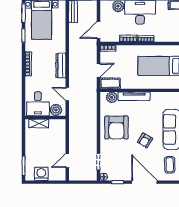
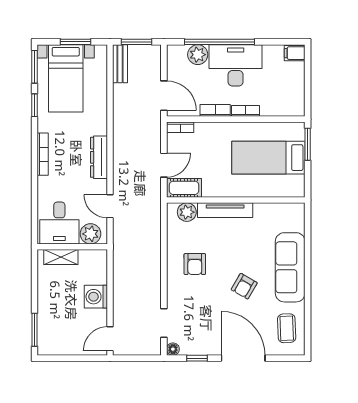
door: (99, 30) -> (164, 96), swing flipped
armchair: (116, 128) -> (195, 264), width x0.53, depth x0.53
door: (67, 161) -> (110, 339), moved
washing machine: (41, 174) -> (96, 297), moved, turned -90

